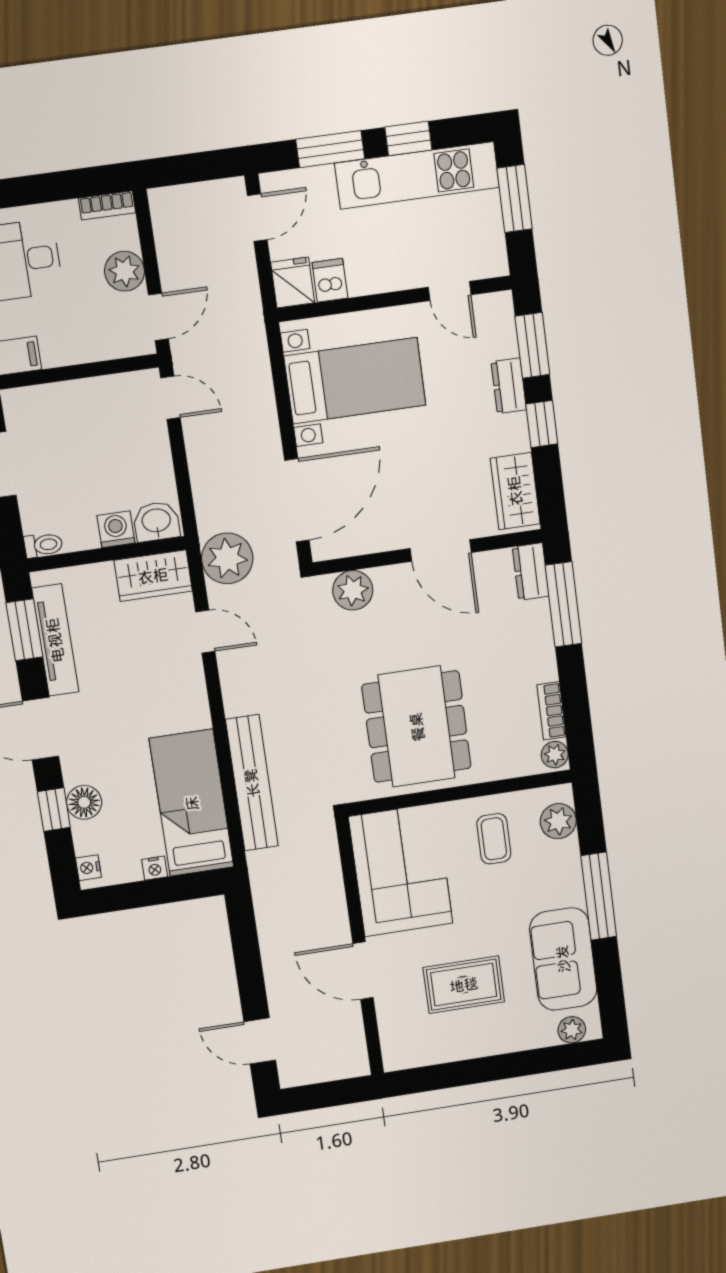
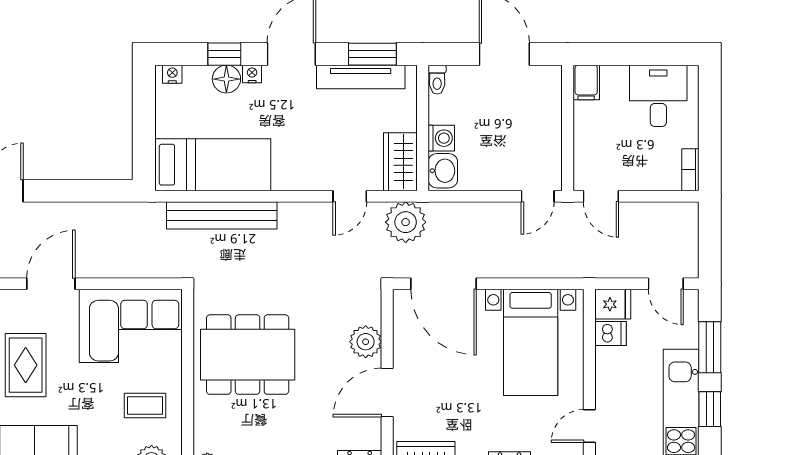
plant: (125, 271) -> (639, 175), removed
plant: (353, 590) -> (366, 342), moved
nightstand: (155, 868) -> (252, 74), moved, turned 90

